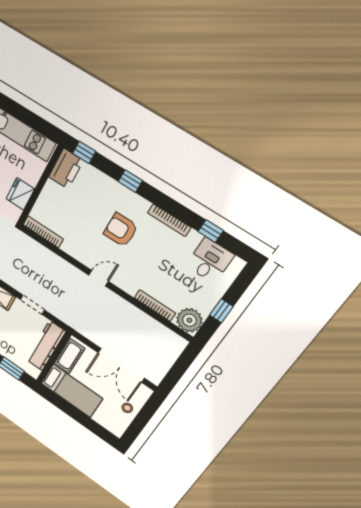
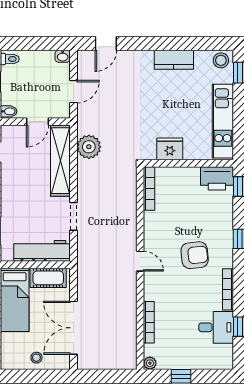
armchair: (121, 230) -> (195, 255), turned 84
desk: (210, 261) -> (216, 327), moved
plant: (189, 320) -> (150, 363), width x0.53, depth x0.53

